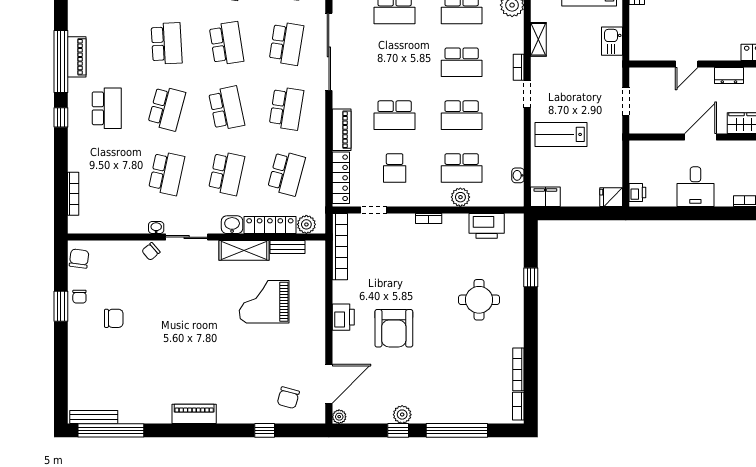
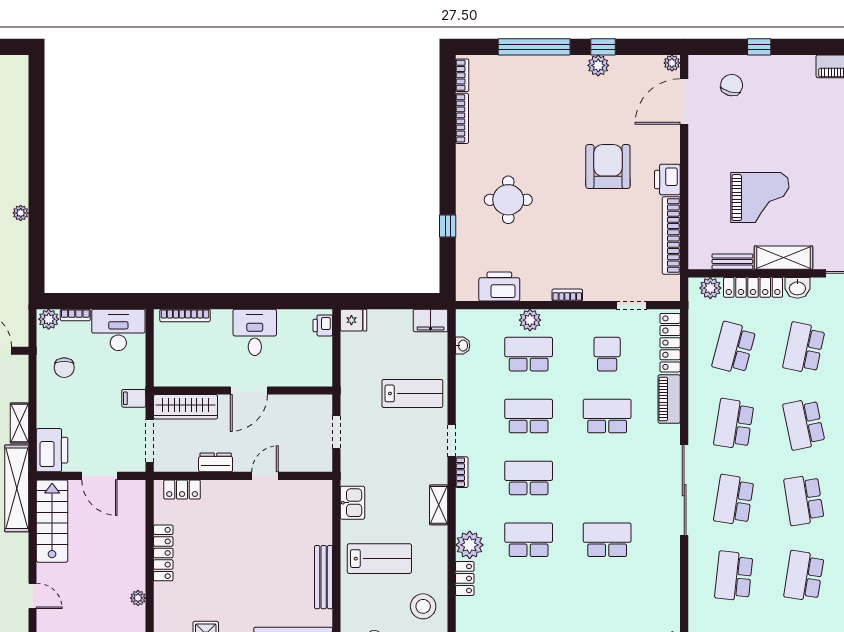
bookcase: (340, 247) -> (671, 235), moved

